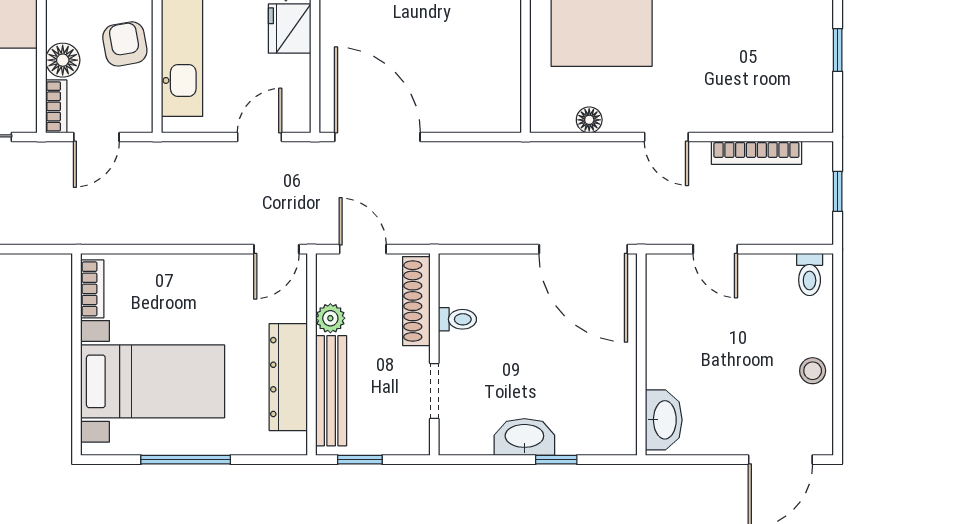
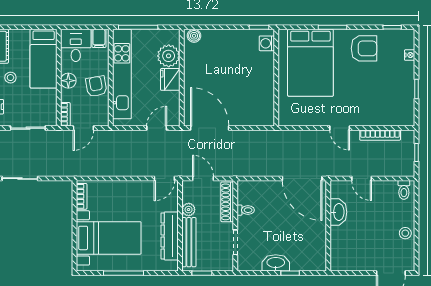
floor lamp: (63, 60) -> (68, 81), moved
floor lamp: (589, 120) -> (305, 120), removed
washbasin: (664, 420) -> (338, 212), moved

